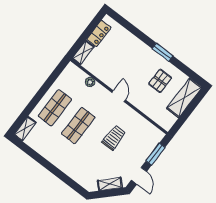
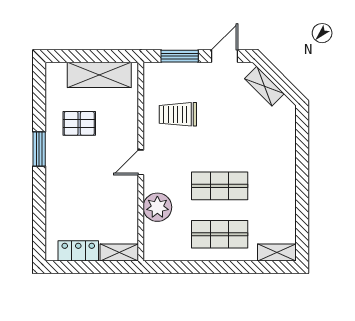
plant: (90, 82) -> (157, 207), width x1.88, depth x1.88
shelving: (184, 98) -> (99, 75), moved
trolley: (114, 138) -> (178, 114), moved

